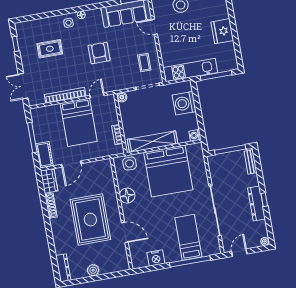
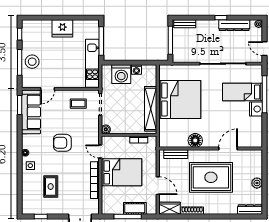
washing machine: (195, 135) -> (136, 70), moved
cot: (44, 155) -> (135, 208), moved
side table: (130, 164) -> (167, 133), removed
bench: (109, 177) -> (176, 154), added
dresser: (256, 203) -> (234, 25), moved
nightstand: (156, 258) -> (256, 109), moved

